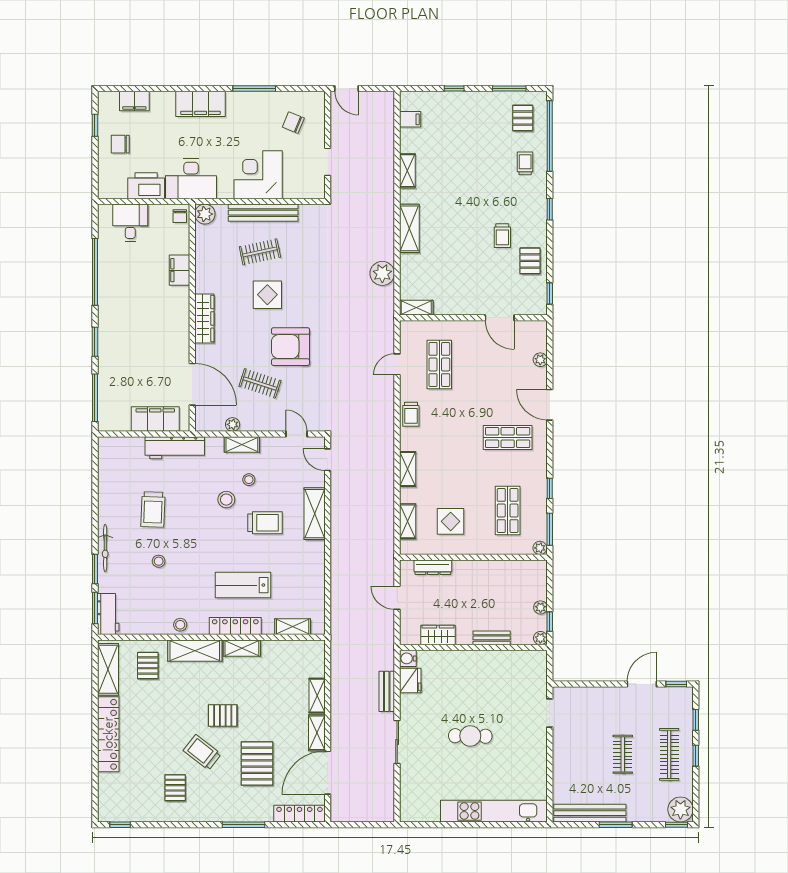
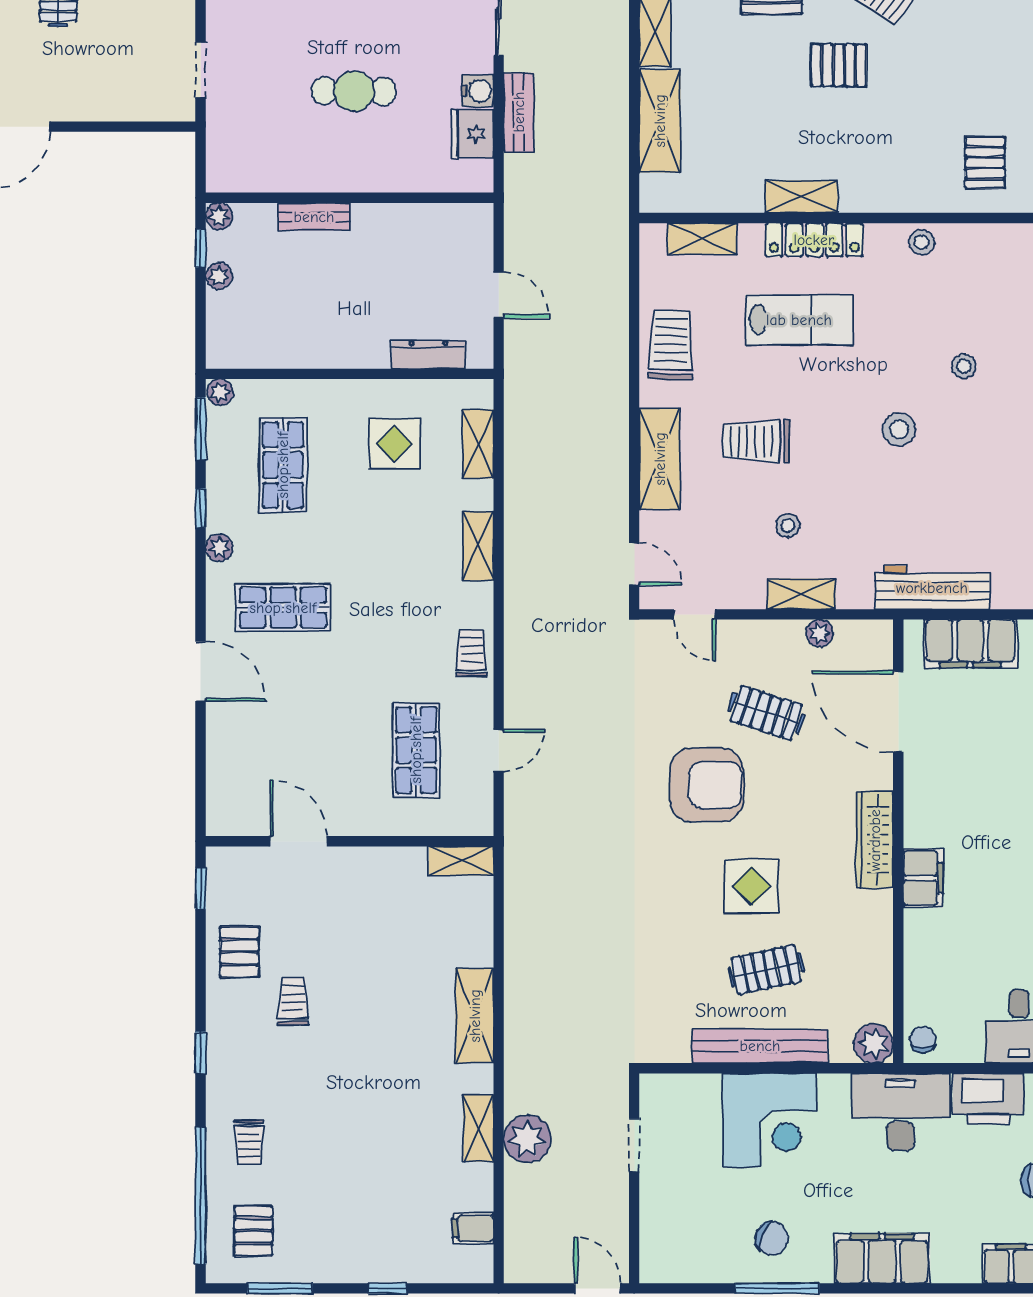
chair: (293, 123) -> (772, 1238), moved
filing cabinet: (179, 270) -> (923, 878), moved
plant: (382, 273) -> (527, 1139), moved
plant: (540, 360) -> (219, 548), moved
stool: (226, 500) -> (899, 430), moved
trolley: (153, 509) -> (671, 345), moved
wardrobe: (438, 635) -> (419, 222), removed
shelving: (195, 651) -> (893, 192), removed
water cooler: (408, 658) -> (477, 91), moved
shelving: (317, 696) -> (660, 121), width x1.50, depth x1.33
cafe table: (470, 736) -> (354, 91), moved

